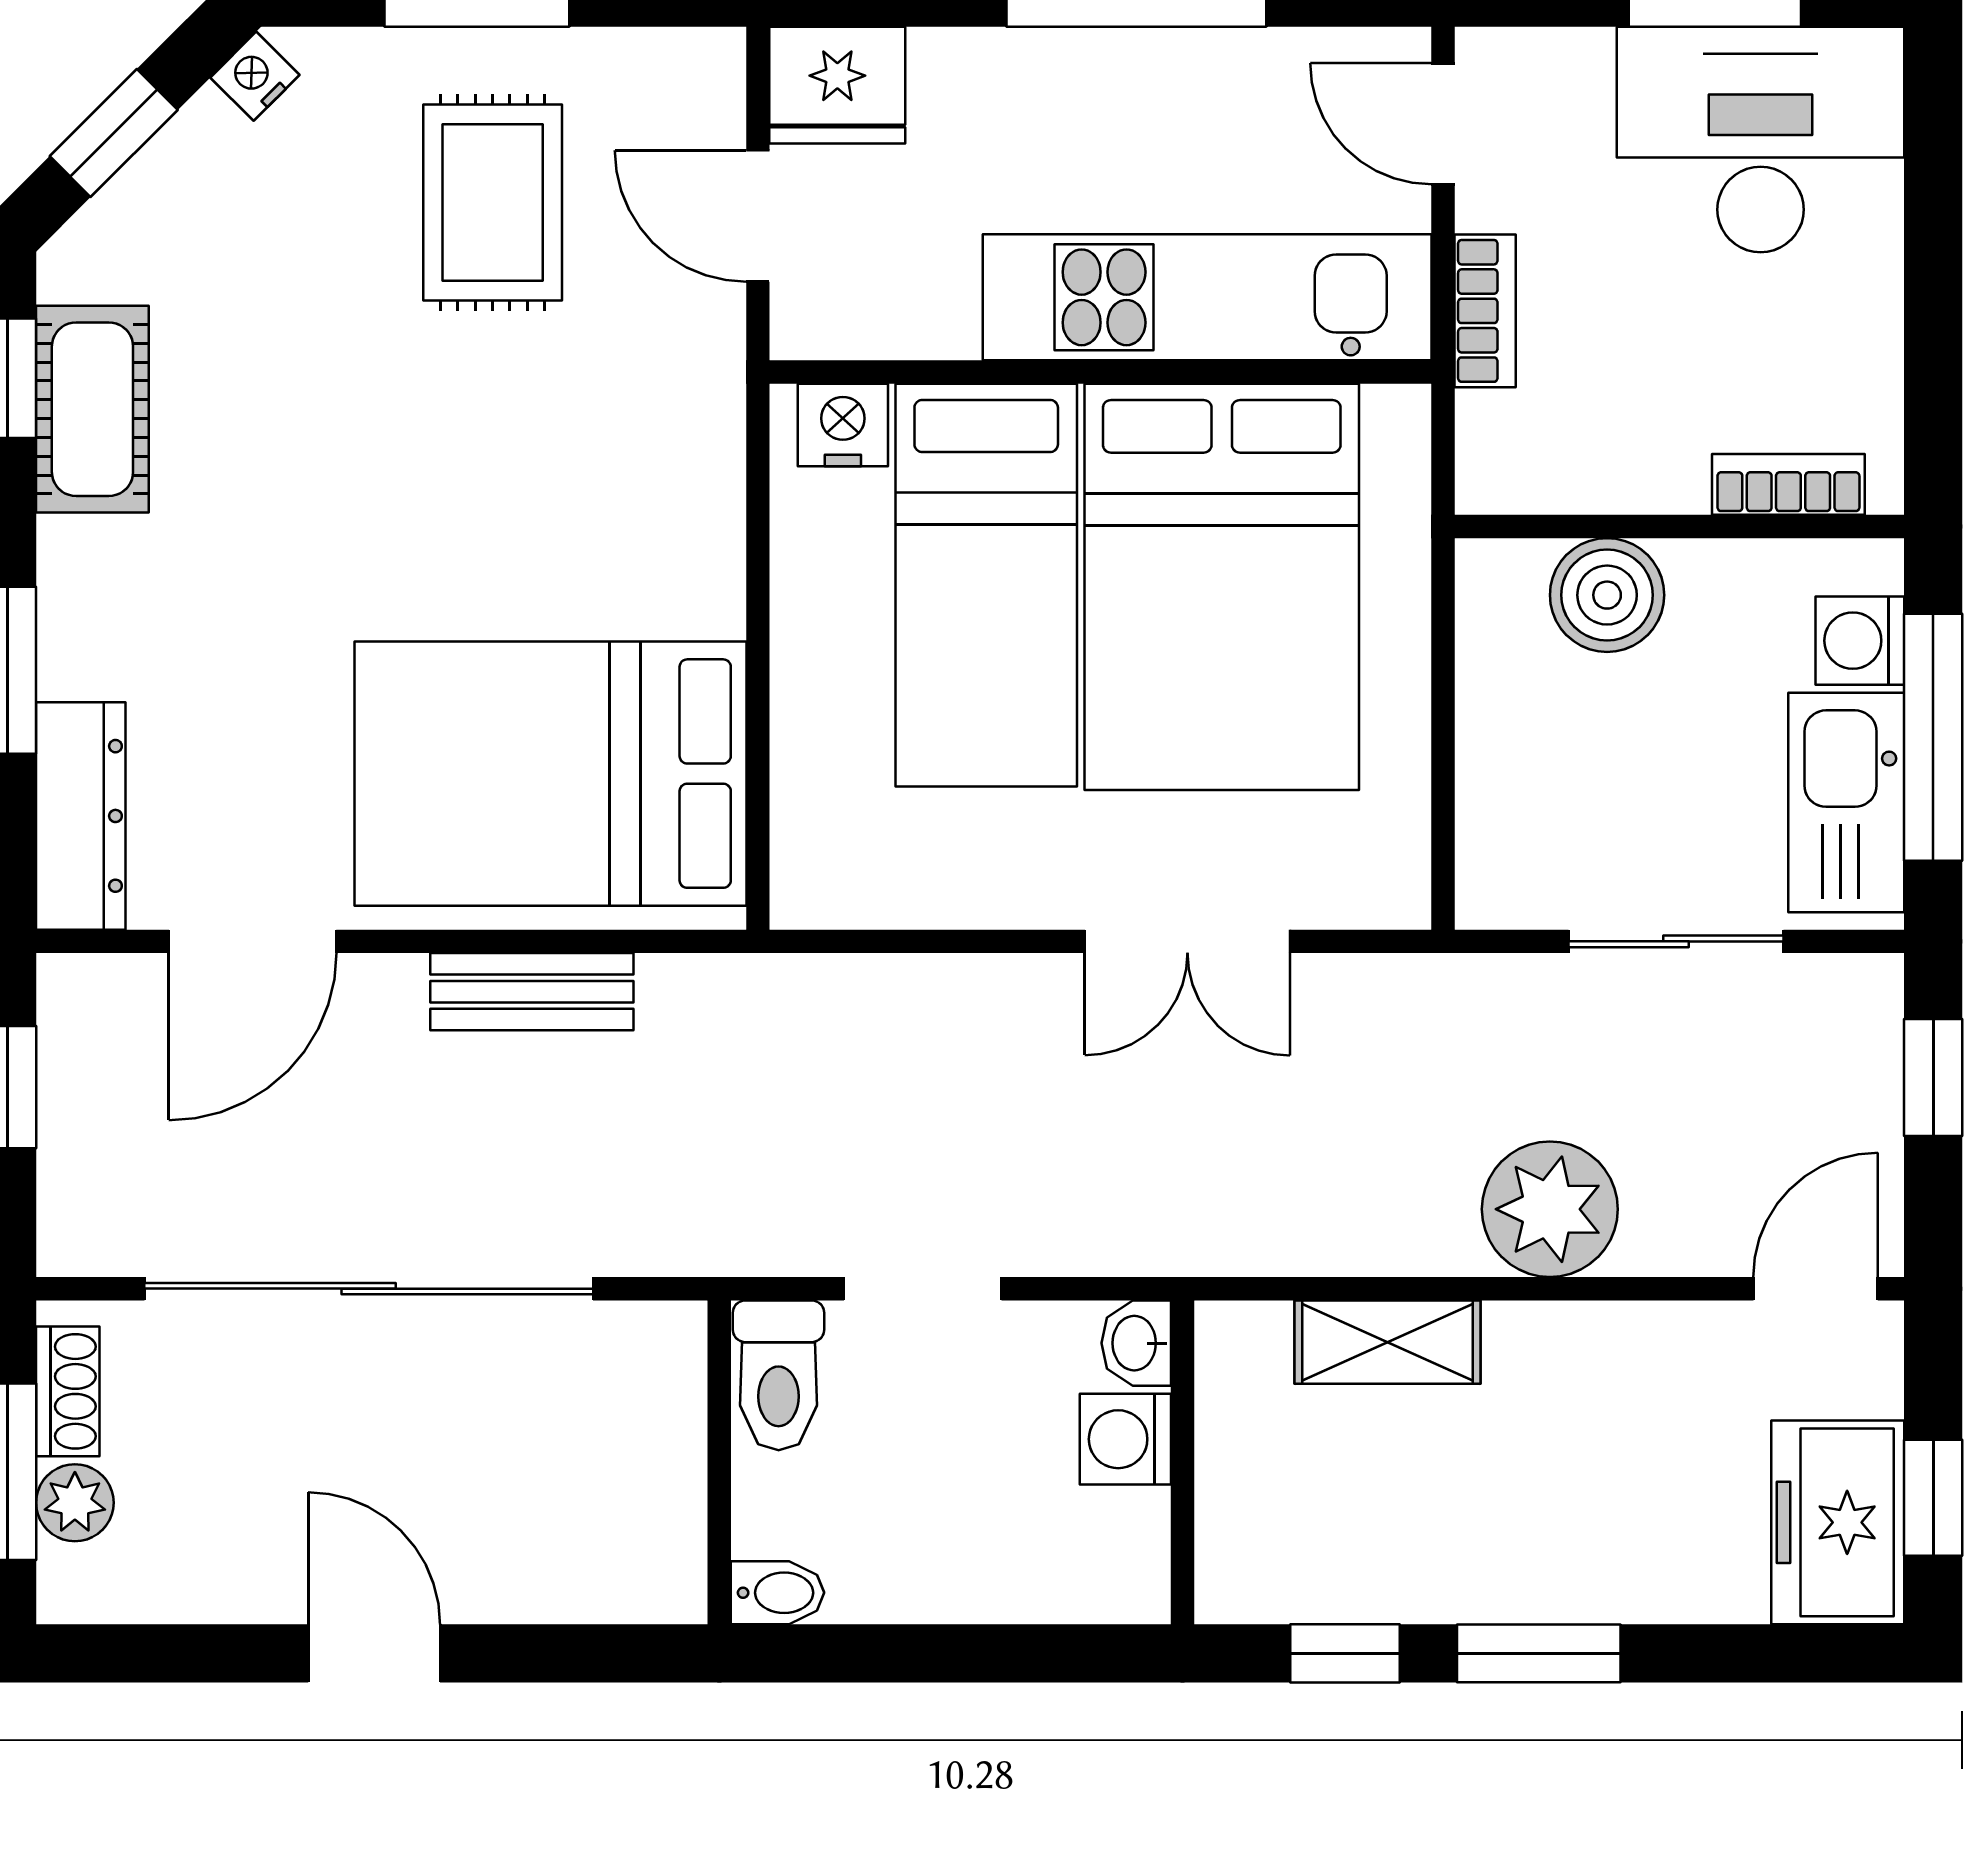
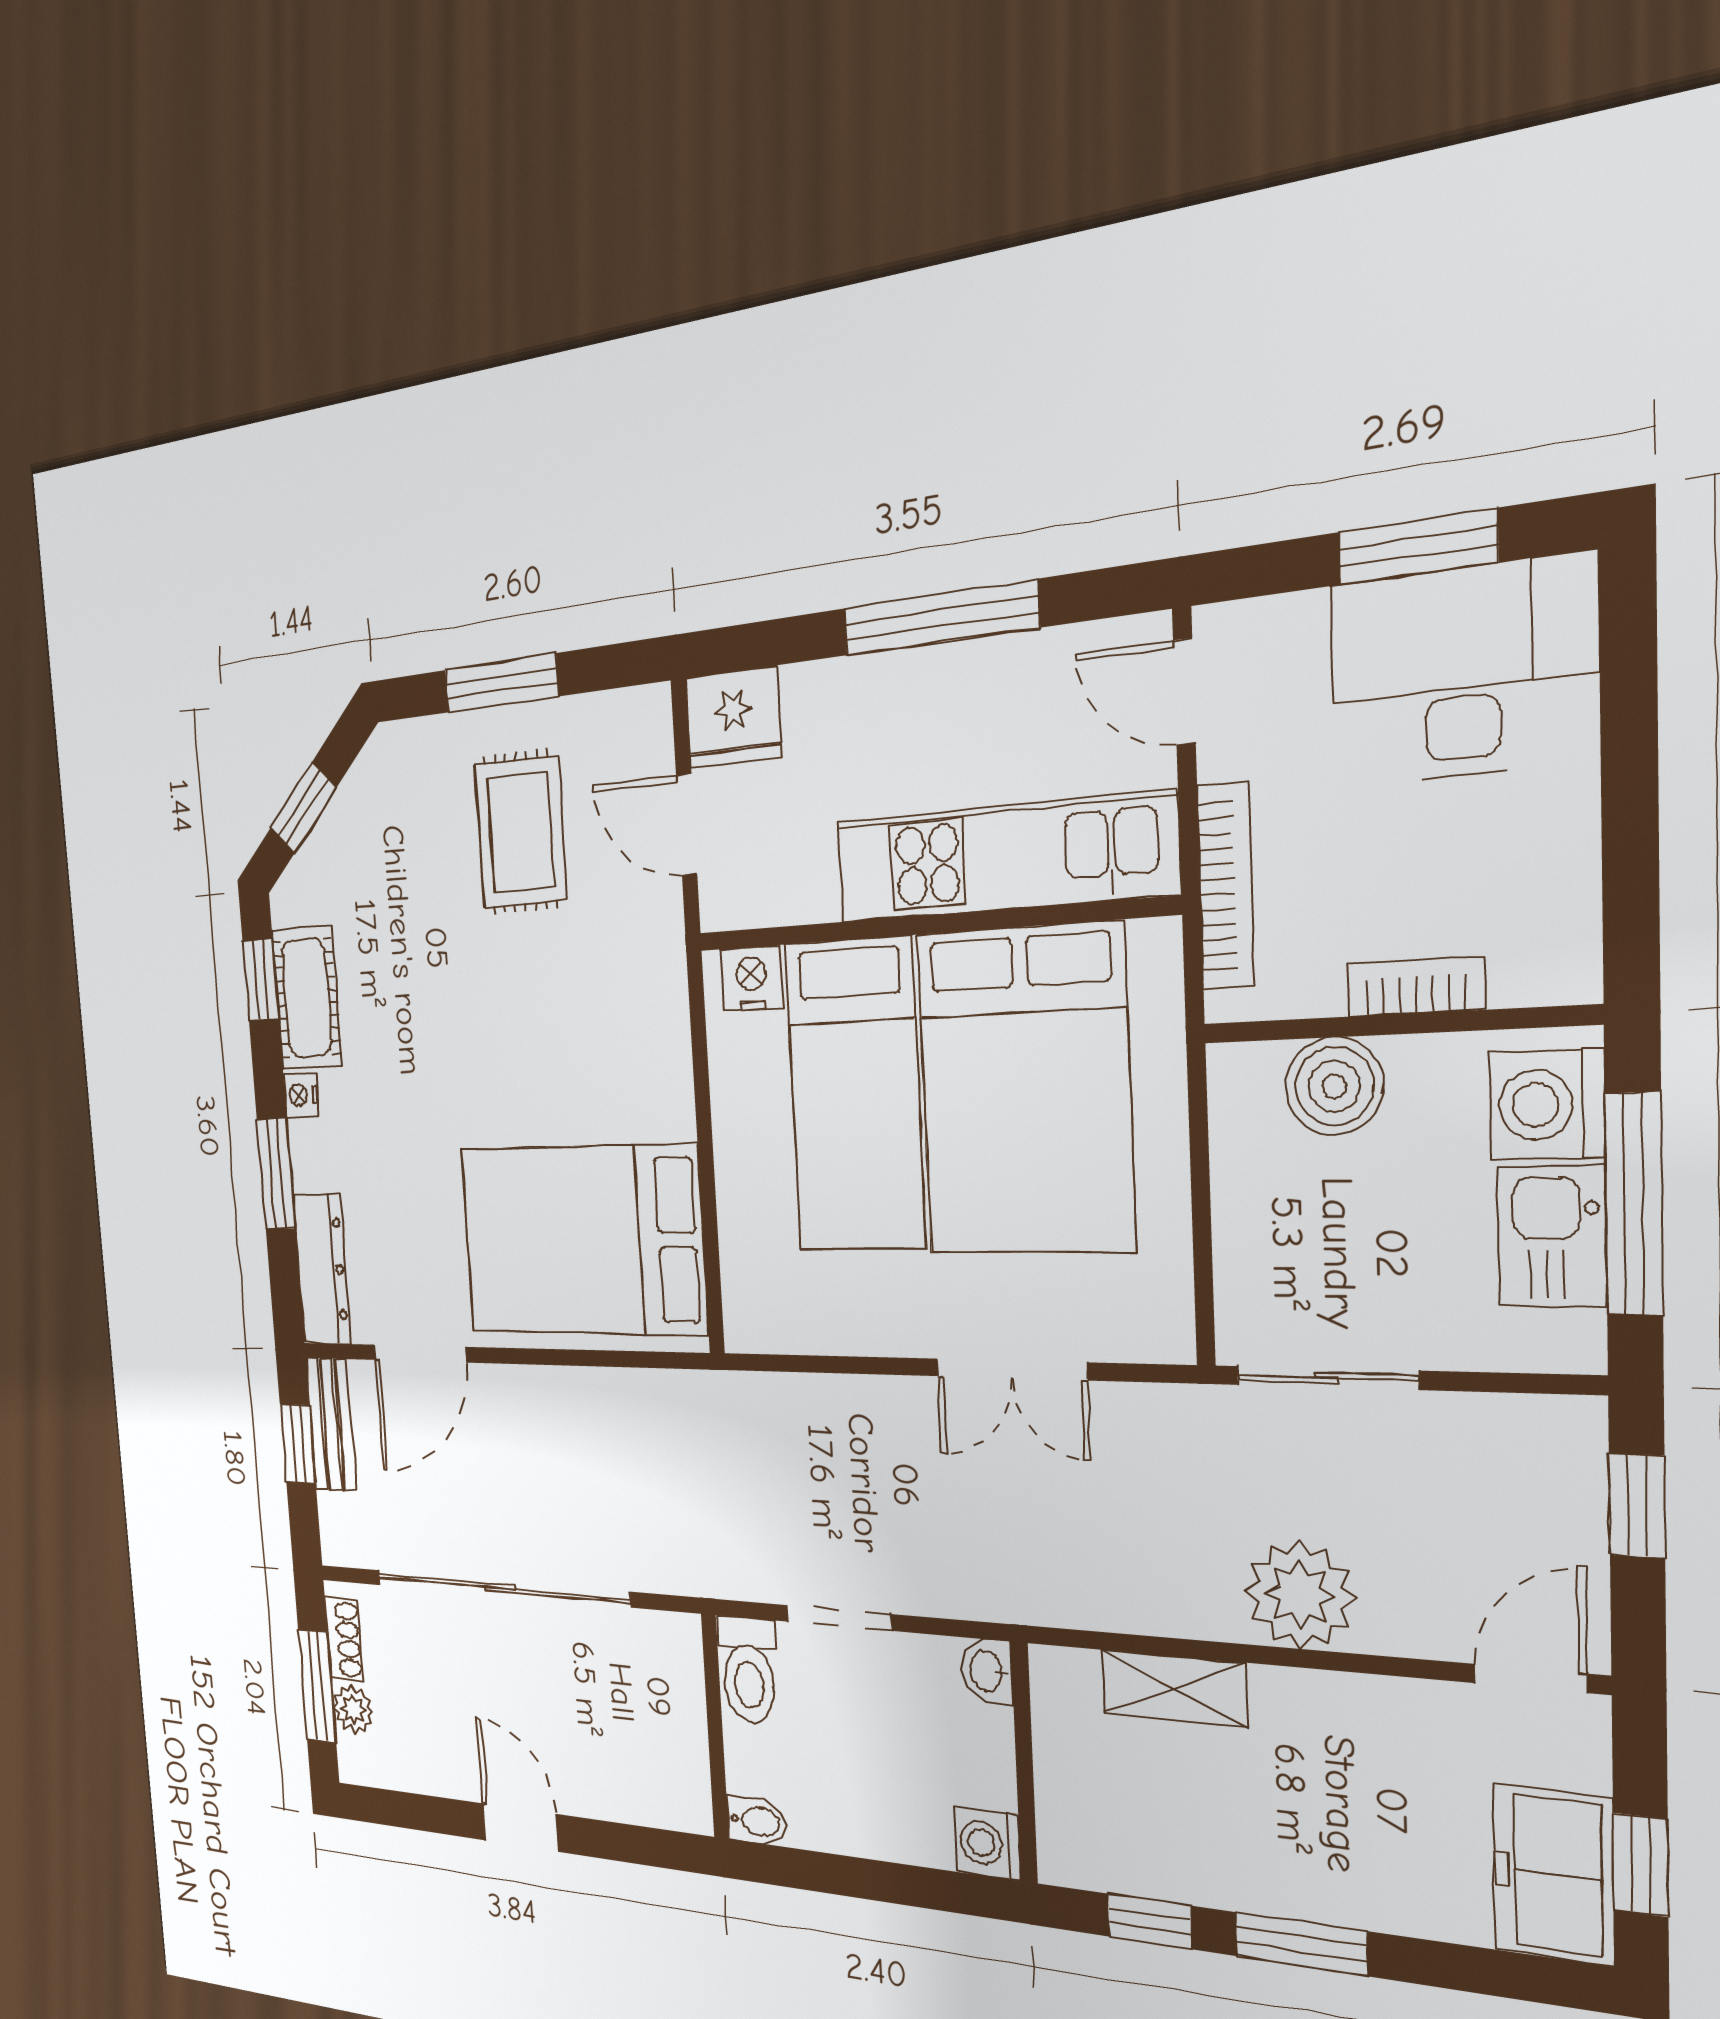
nightstand: (255, 76) -> (301, 1095), moved, turned -45
bookcase: (1485, 311) -> (1225, 886), width x1.56
bookcase: (1788, 484) -> (1416, 986), moved
washing machine: (1860, 641) -> (1547, 1104), width x1.38, depth x1.38
kitchen sink: (1846, 803) -> (1552, 1236), width x0.73
sliding door: (1676, 941) -> (1327, 1378), moved
bench: (532, 992) -> (331, 1424), moved, turned 90
washing machine: (1125, 1439) -> (988, 1843), moved

